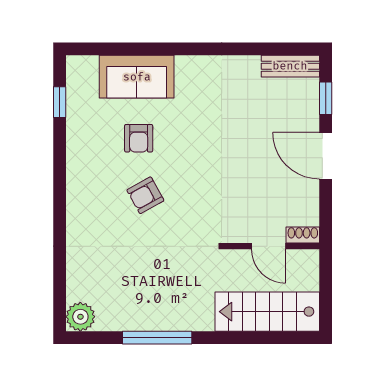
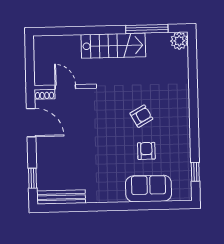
bench: (290, 66) -> (61, 197), width x1.36
door: (326, 156) -> (31, 123), moved
stairs: (267, 312) -> (113, 46), moved
window: (157, 338) -> (147, 29), moved

